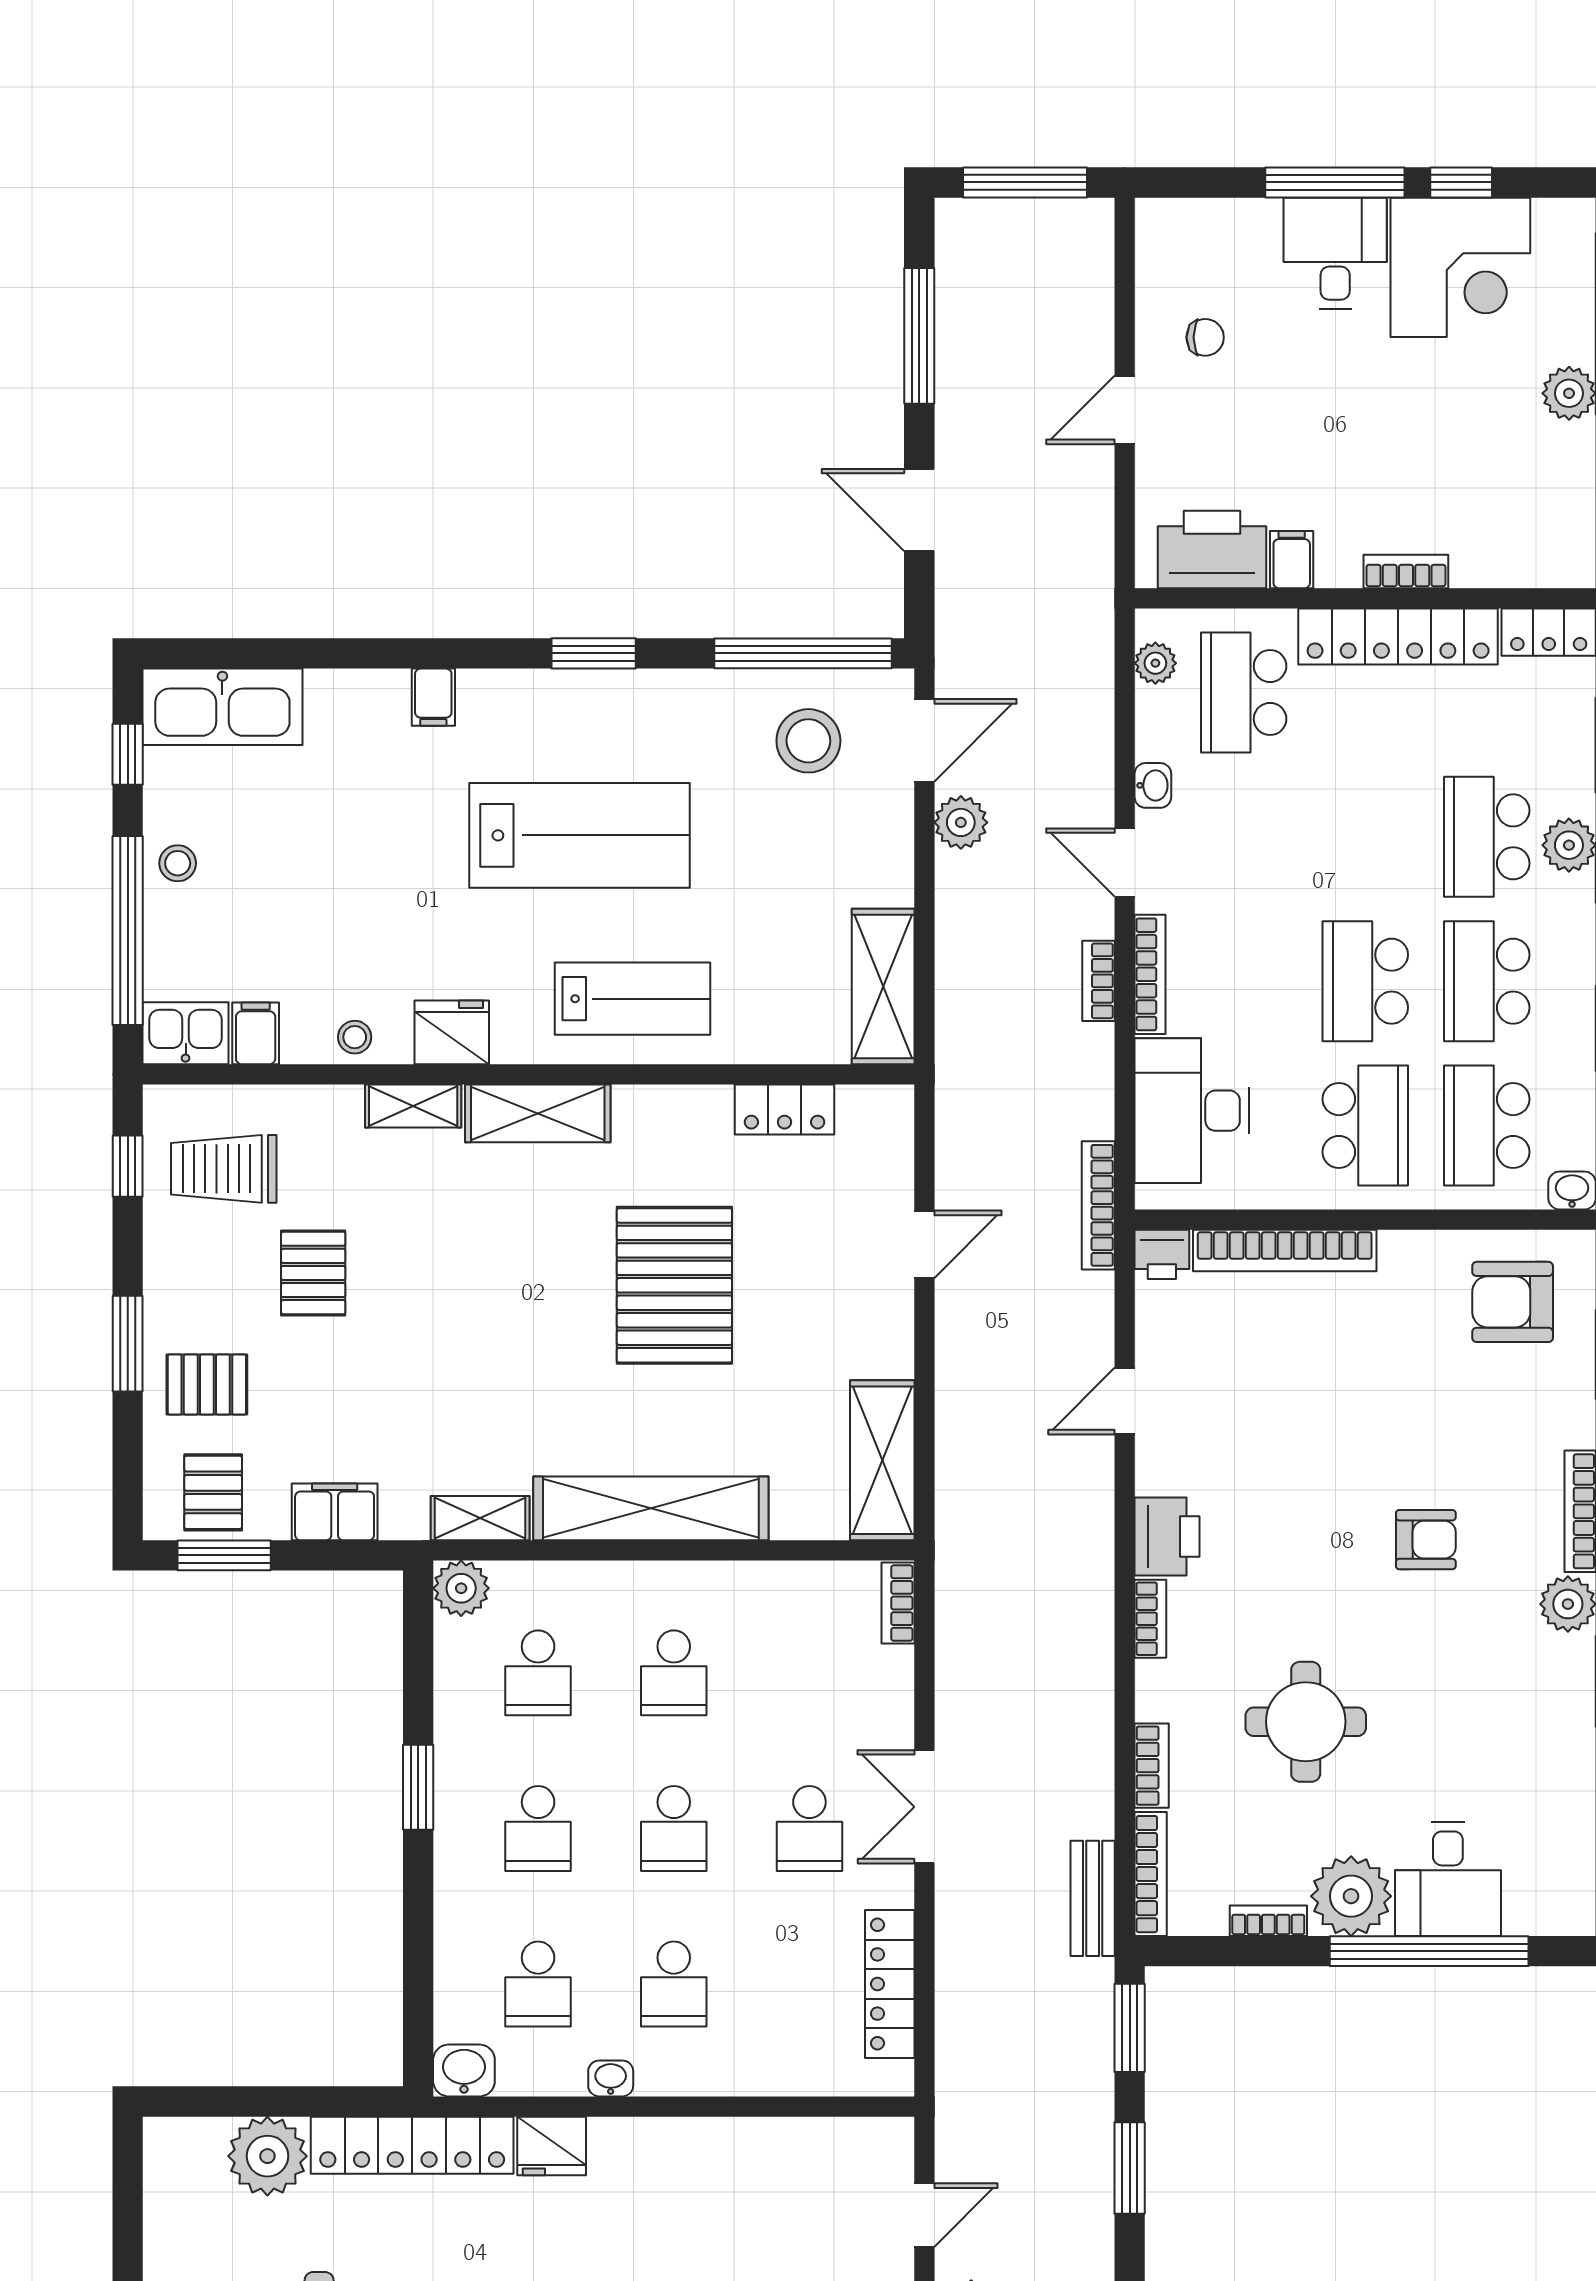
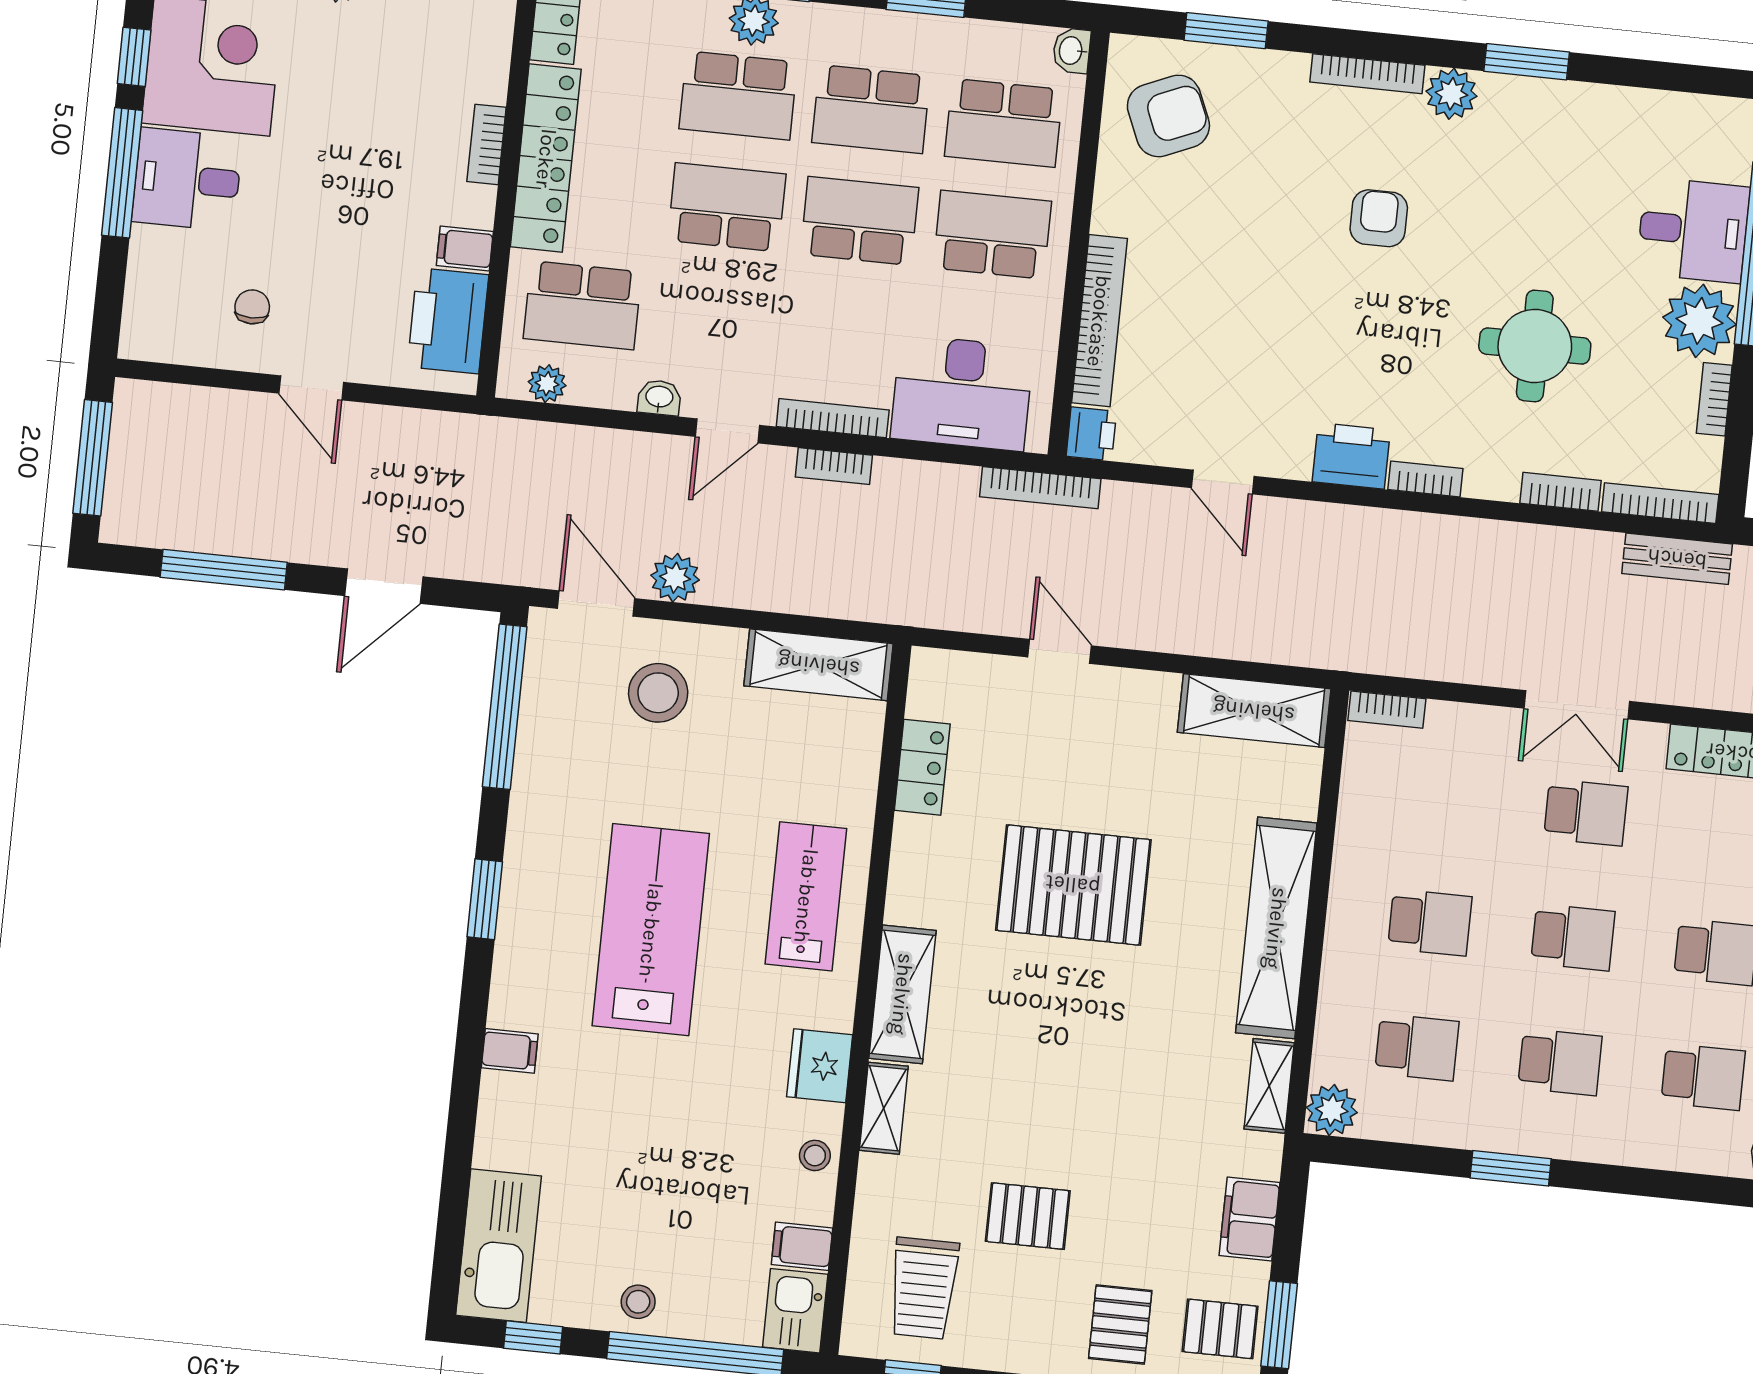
stool: (808, 741) -> (658, 693), moved
school desk: (1365, 837) -> (727, 207), added
school desk: (1365, 981) -> (859, 221), turned 180
armchair: (1513, 1302) -> (1168, 116), turned -113

